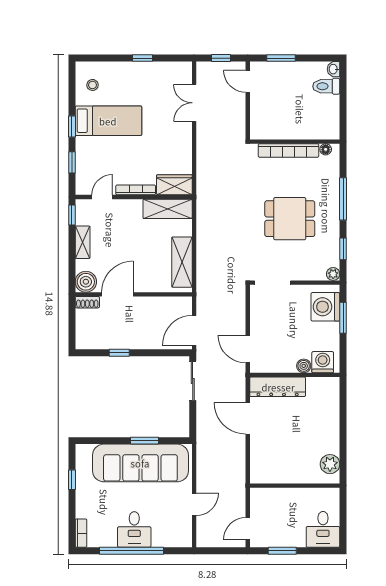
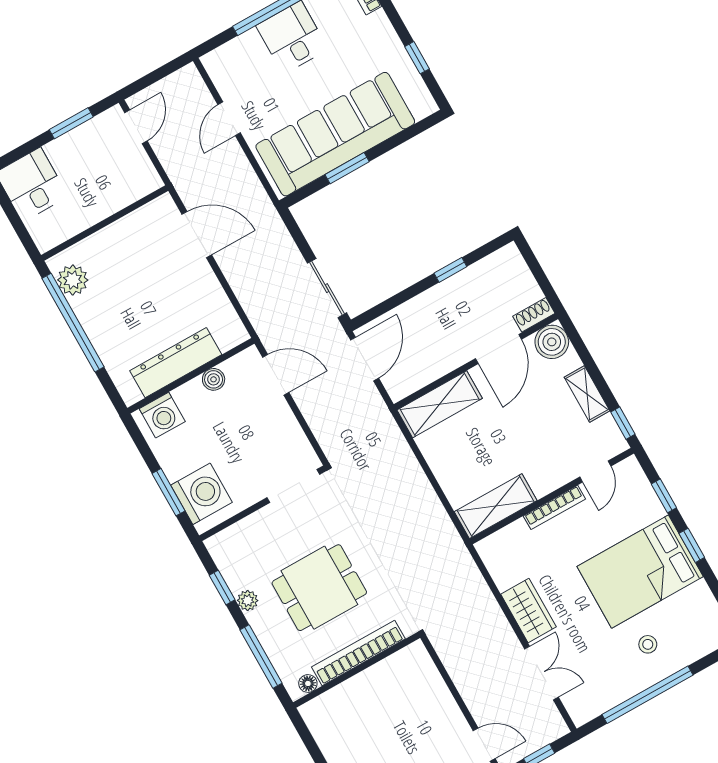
window: (143, 58) -> (648, 695), width x3.17
stool: (93, 85) -> (648, 644), moved
bed: (108, 121) -> (640, 572), width x1.50
wall: (295, 142) -> (357, 670), moved
floor lamp: (326, 149) -> (308, 683), moved
bookcase: (288, 150) -> (358, 653), moved
wardrobe: (174, 185) -> (529, 611), moved, turned -90
shelving: (182, 262) -> (440, 404), moved, turned 90
plant: (333, 274) -> (248, 600), moved
boiler: (304, 366) -> (214, 379), moved
dresser: (278, 387) -> (176, 363), moved
door: (248, 418) -> (197, 235), moved
window: (343, 441) -> (73, 323), added

